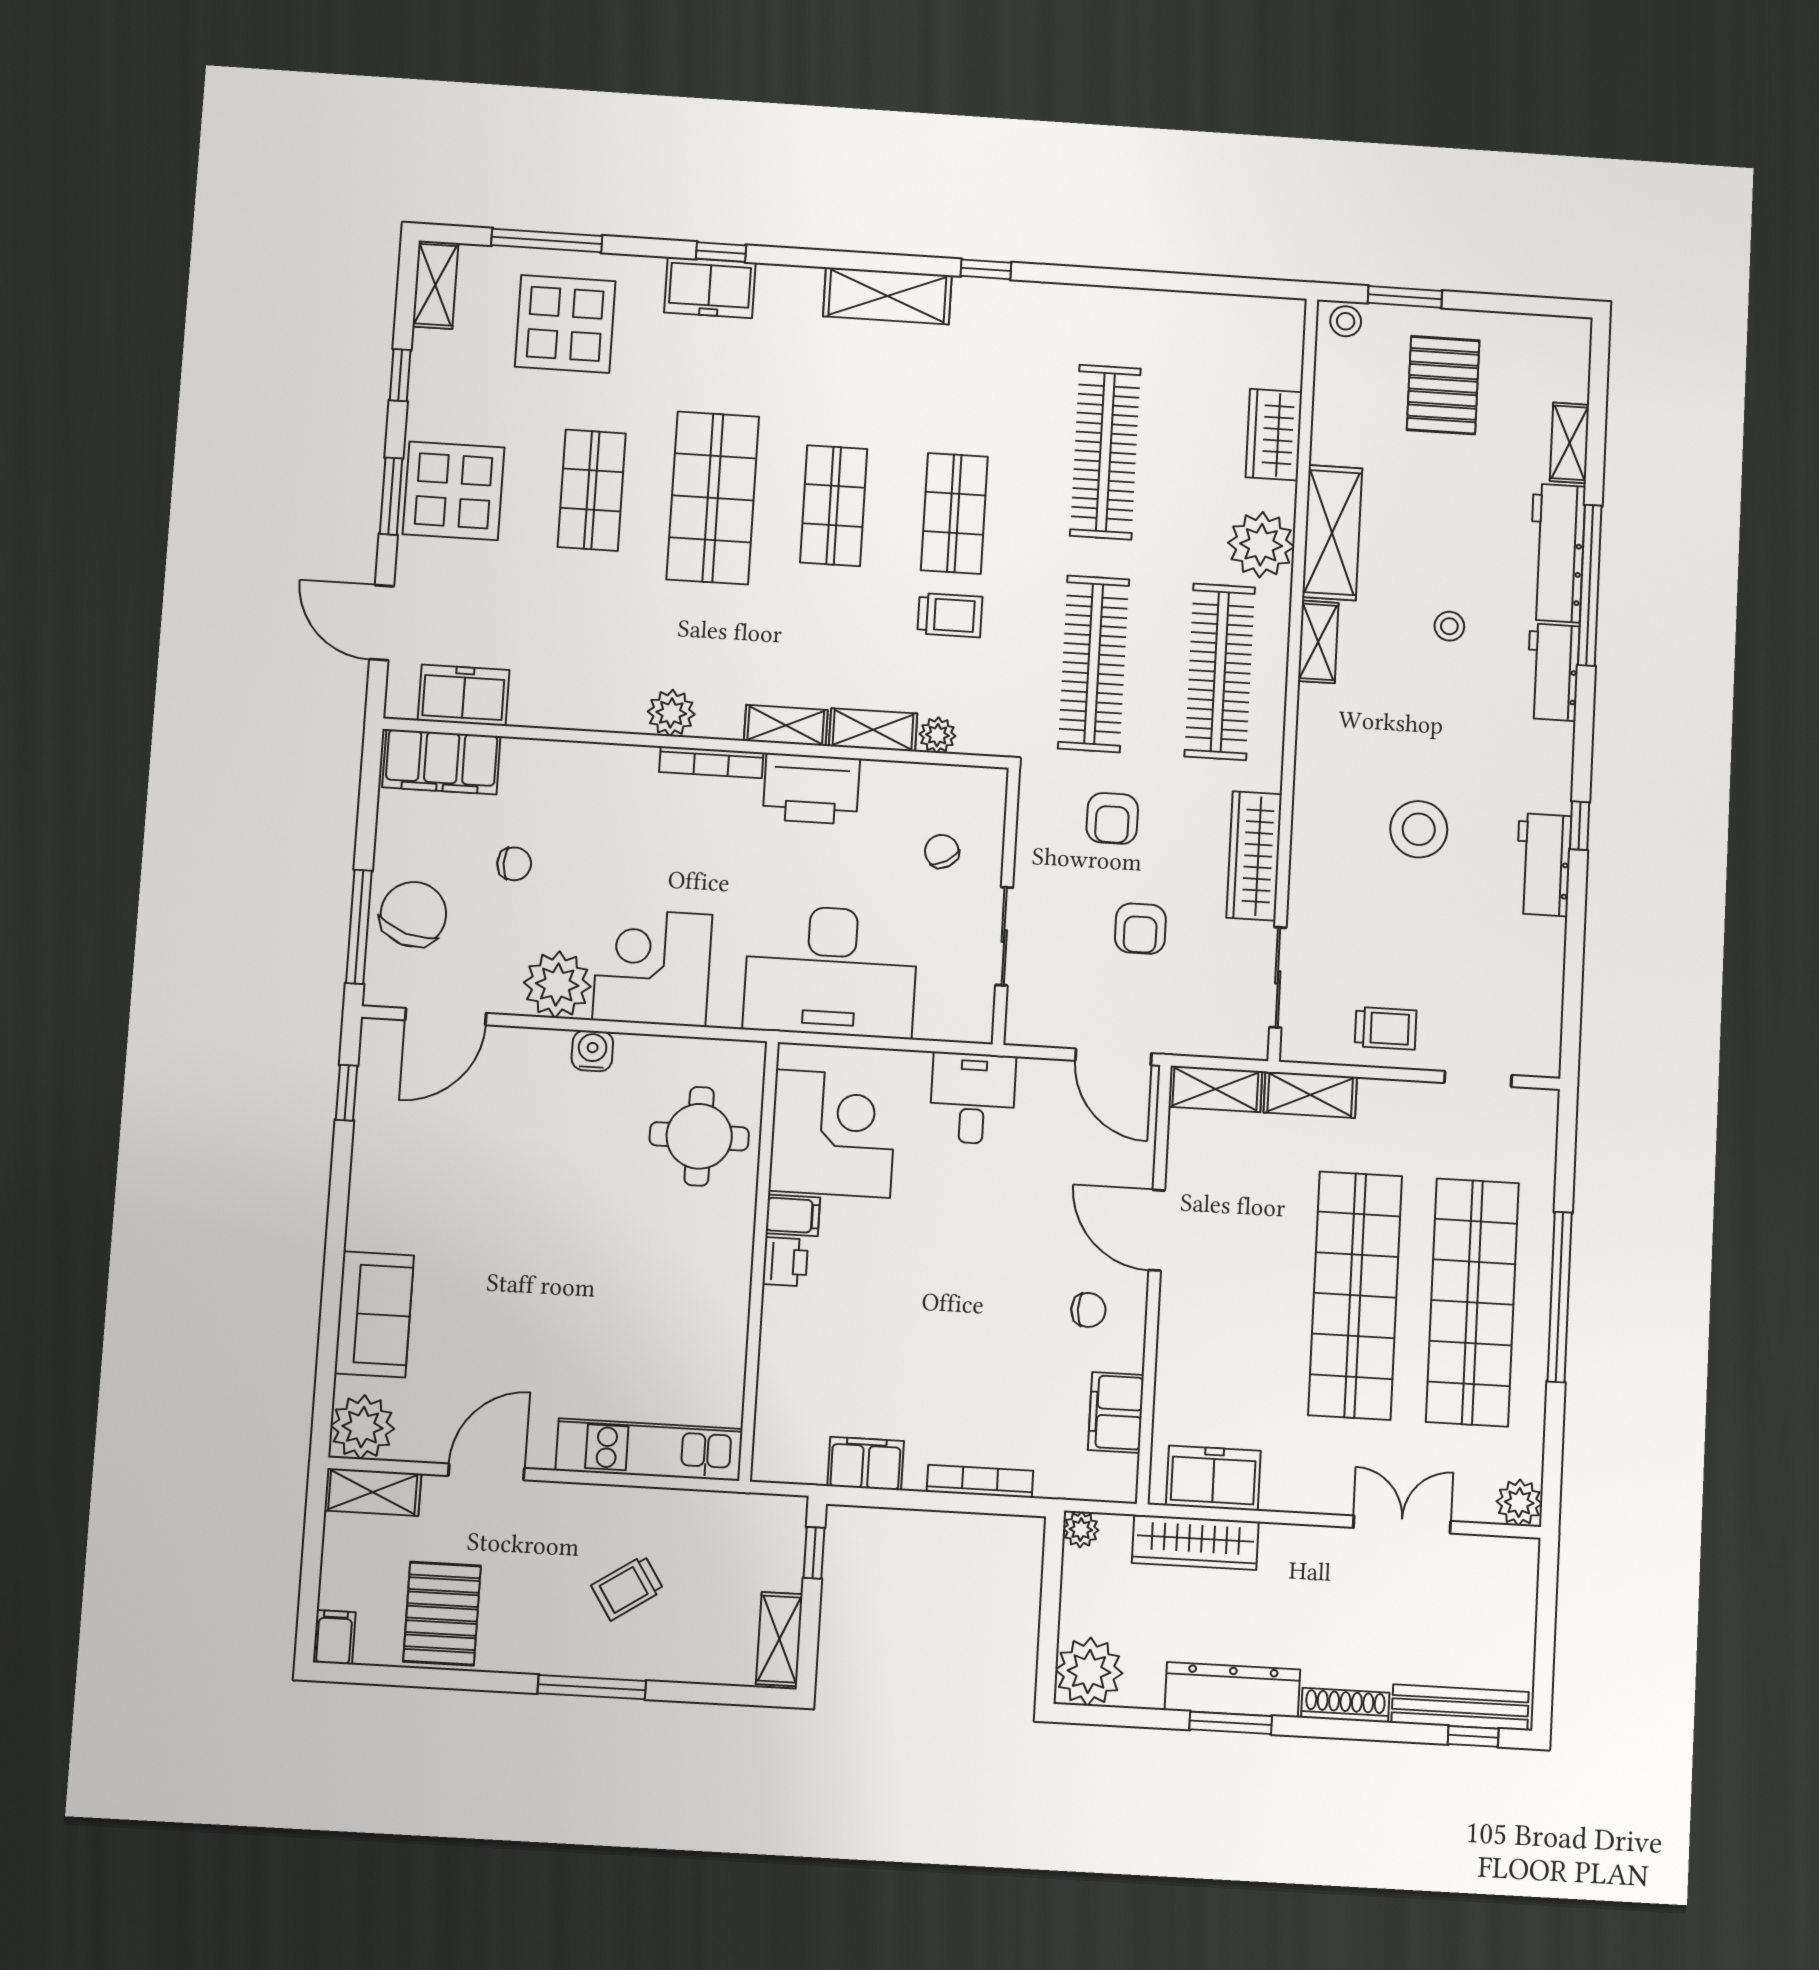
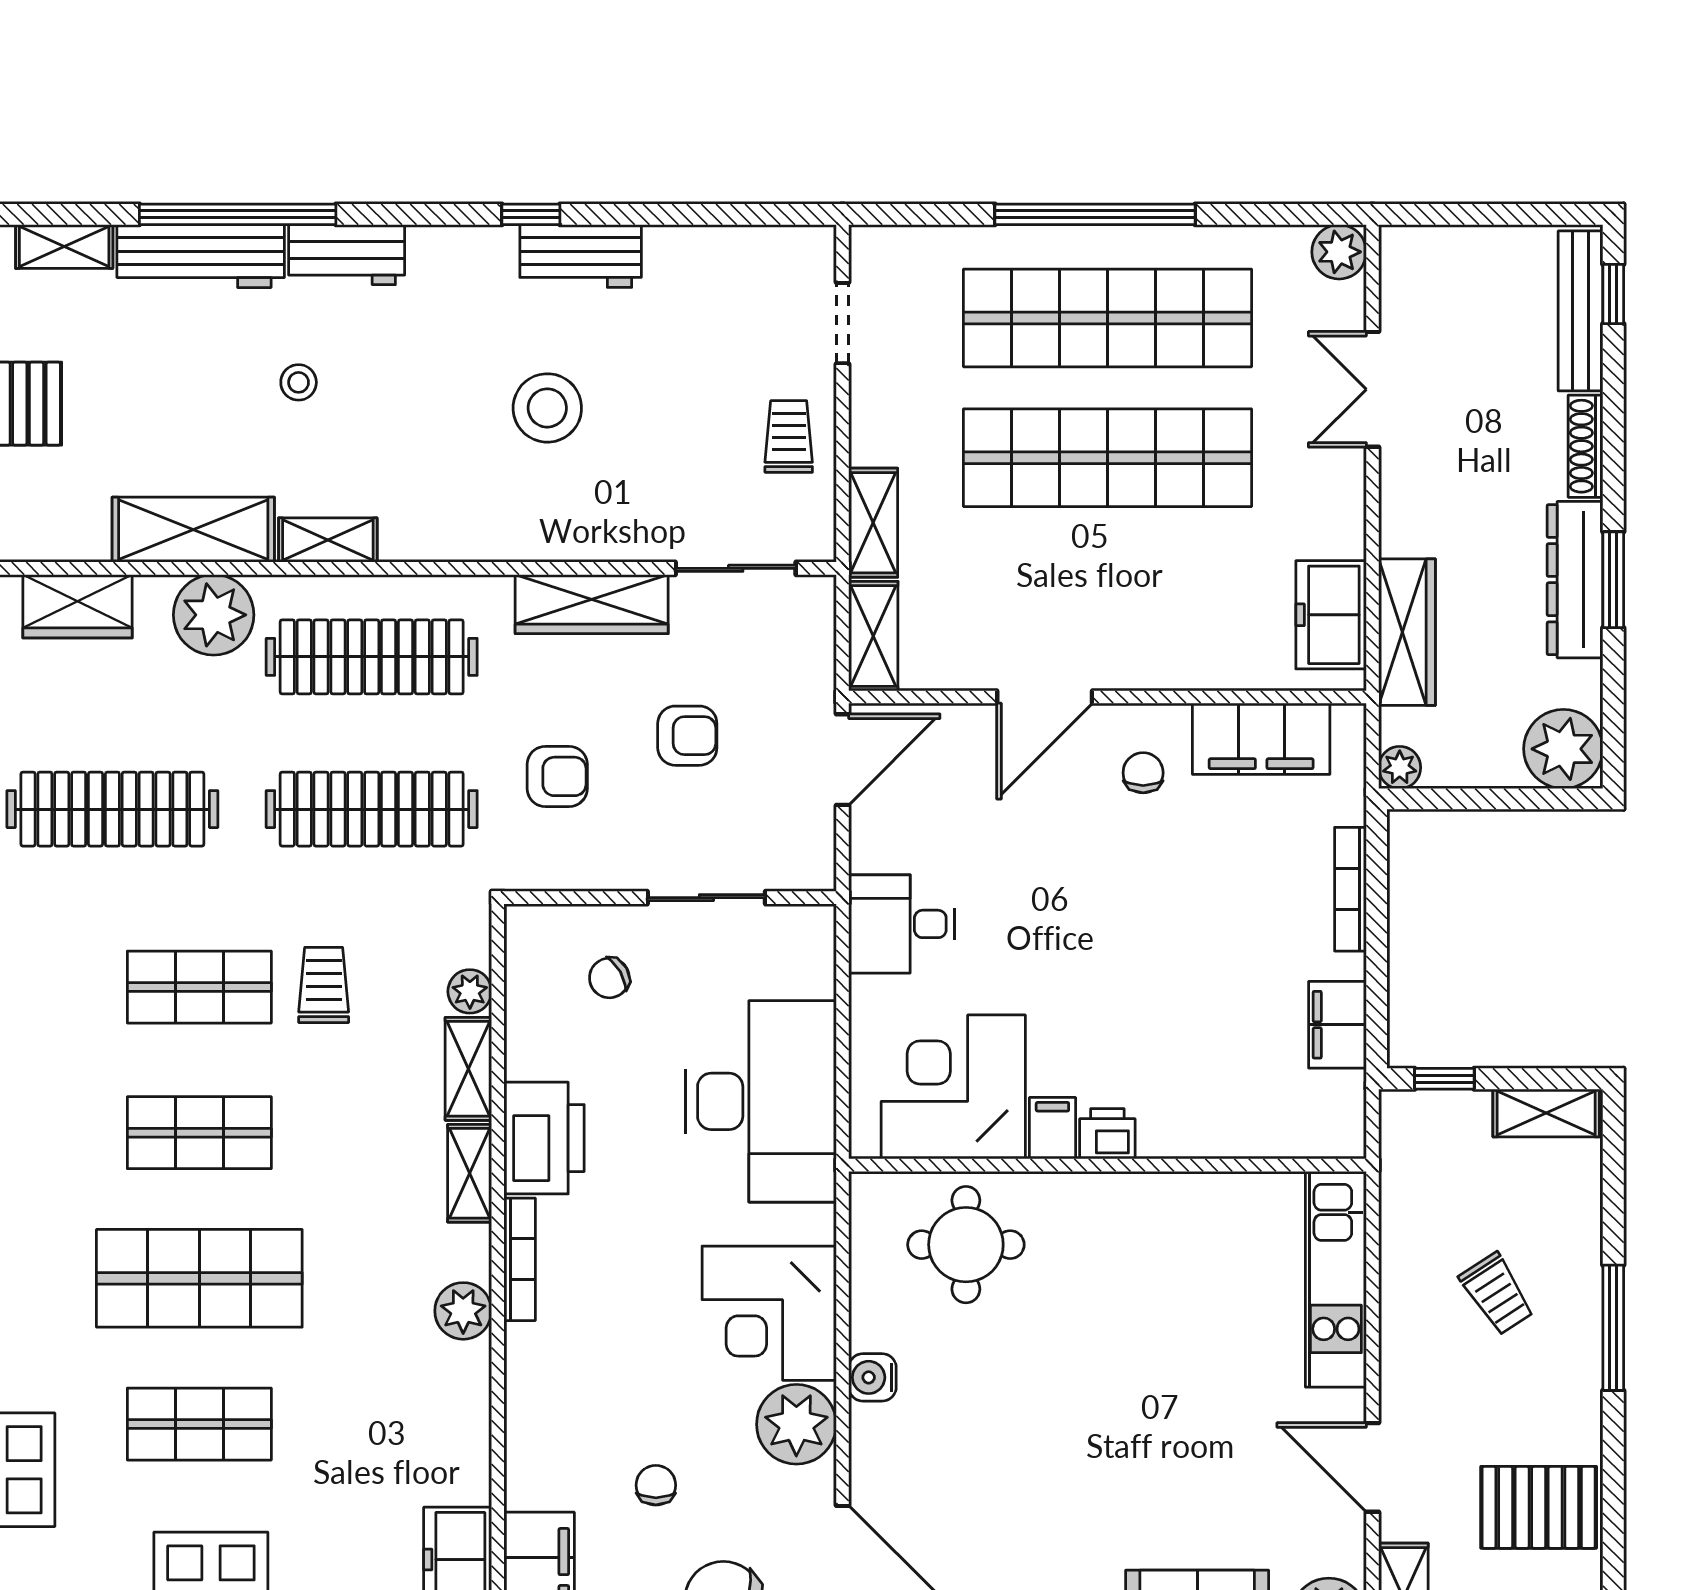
filing cabinet: (1116, 1412) -> (1261, 739), width x1.50, depth x1.17

